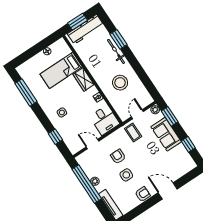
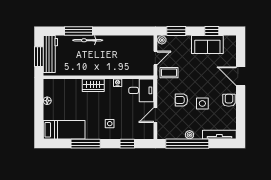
window: (118, 39) -> (79, 31), width x1.44
bed: (61, 70) -> (64, 130), moved, turned -90
stool: (120, 83) -> (117, 55), removed
window: (26, 93) -> (86, 144), moved
door: (137, 114) -> (155, 58), swing flipped
sofa: (166, 134) -> (207, 45), moved
door: (168, 191) -> (241, 76), hinge flipped

